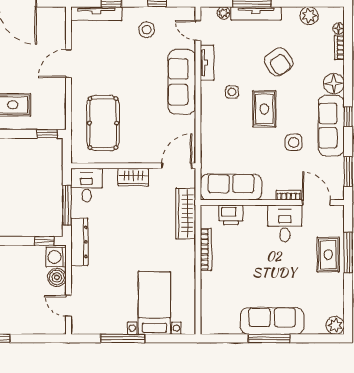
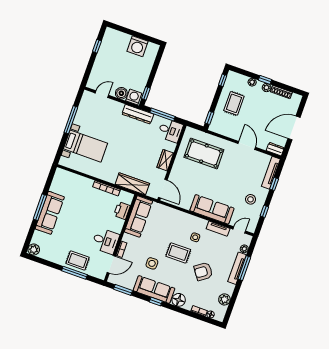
dresser: (59, 19) -> (275, 149), added

